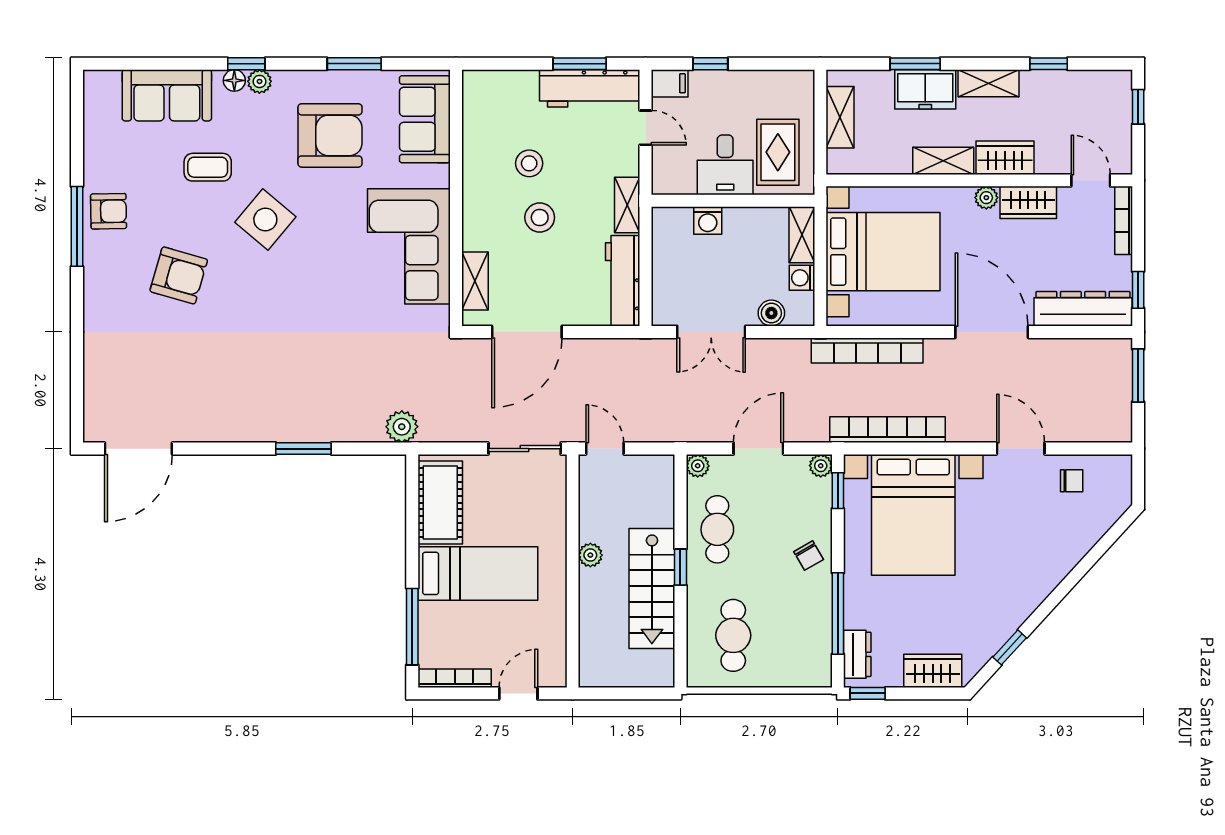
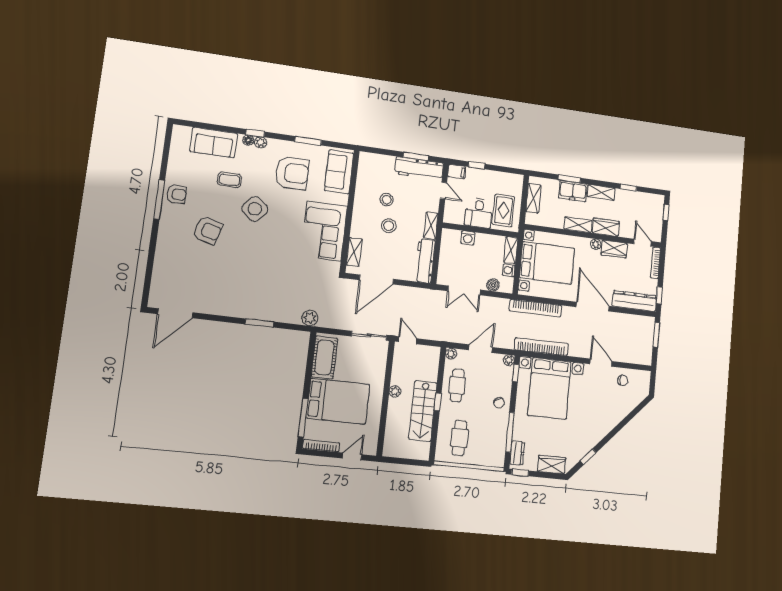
bed: (478, 573) -> (338, 401), width x1.50

